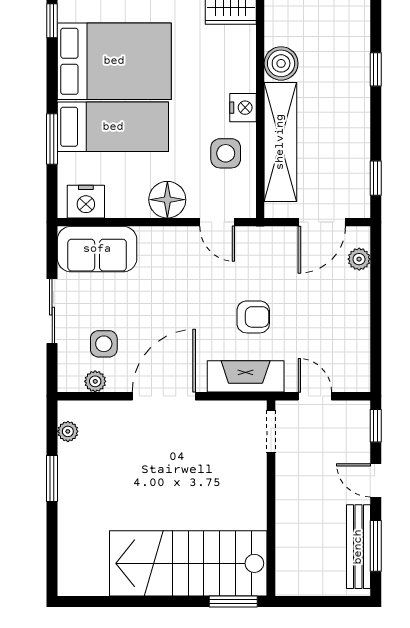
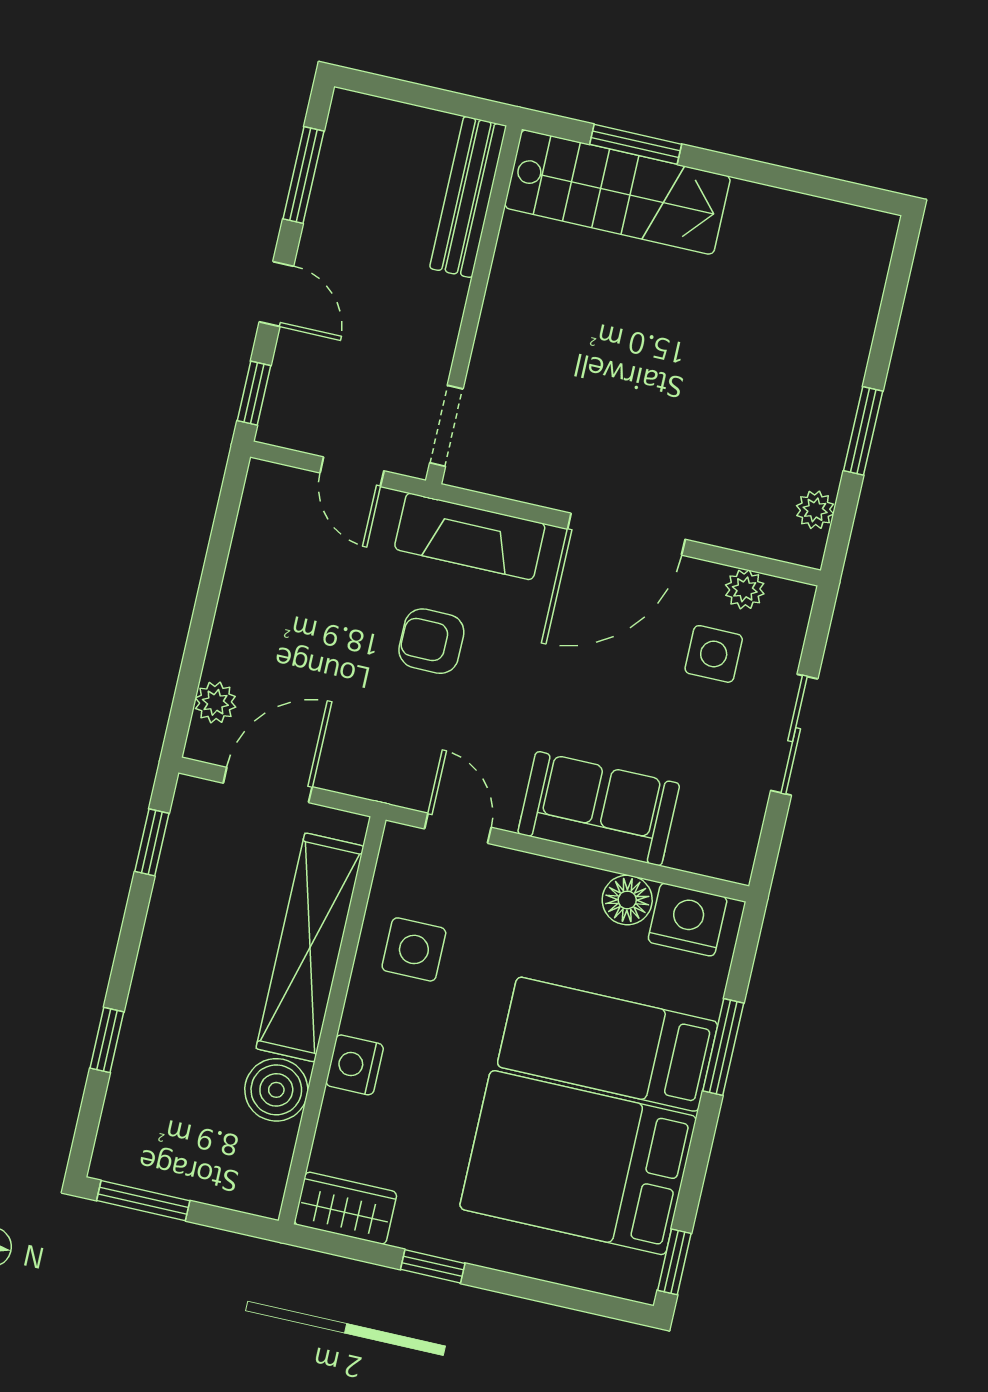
nightstand: (243, 108) -> (355, 1065), moved
floor lamp: (167, 200) -> (627, 900), moved, width x0.73, depth x0.73
sofa: (97, 249) -> (599, 809), moved
bench: (358, 547) -> (468, 197), moved
stairs: (188, 563) -> (617, 192), width x0.73, depth x0.66
window: (233, 602) -> (636, 144), moved

